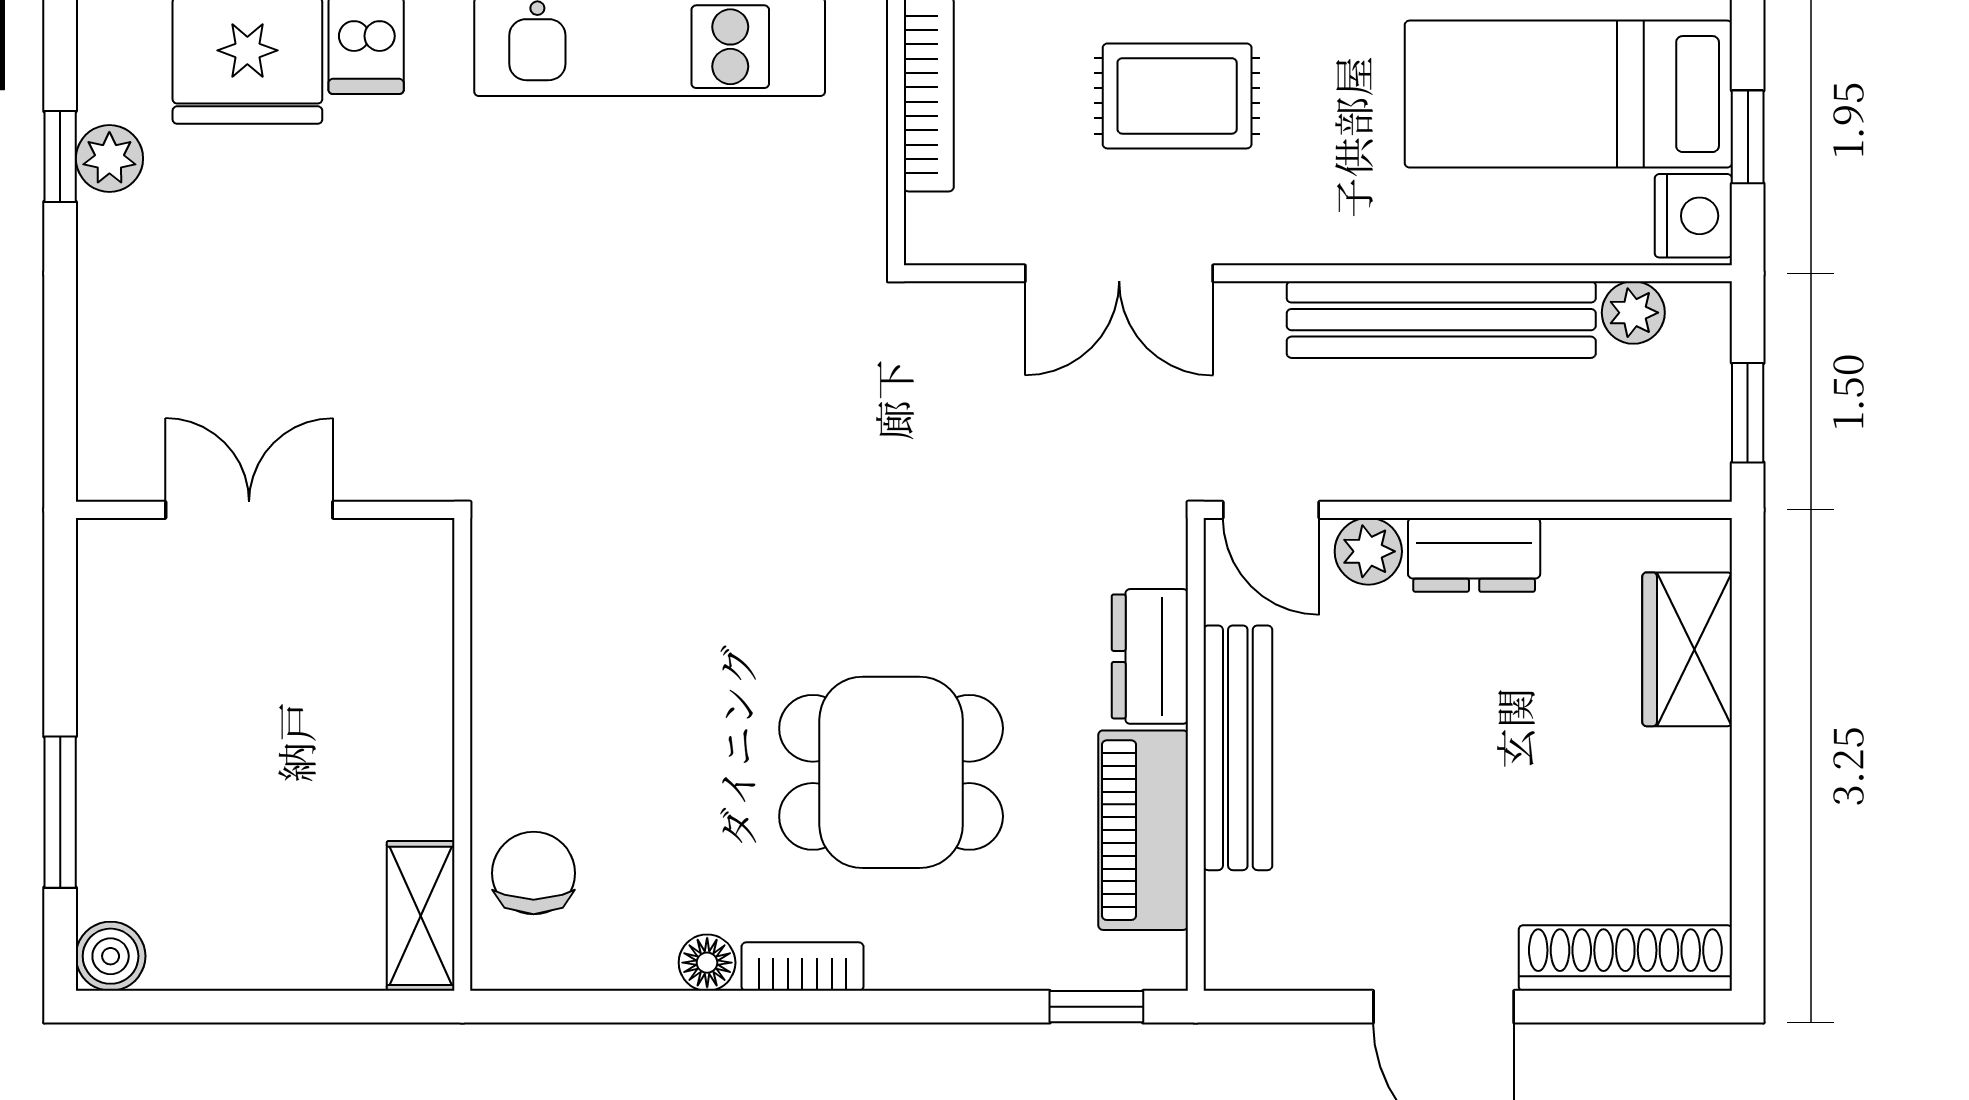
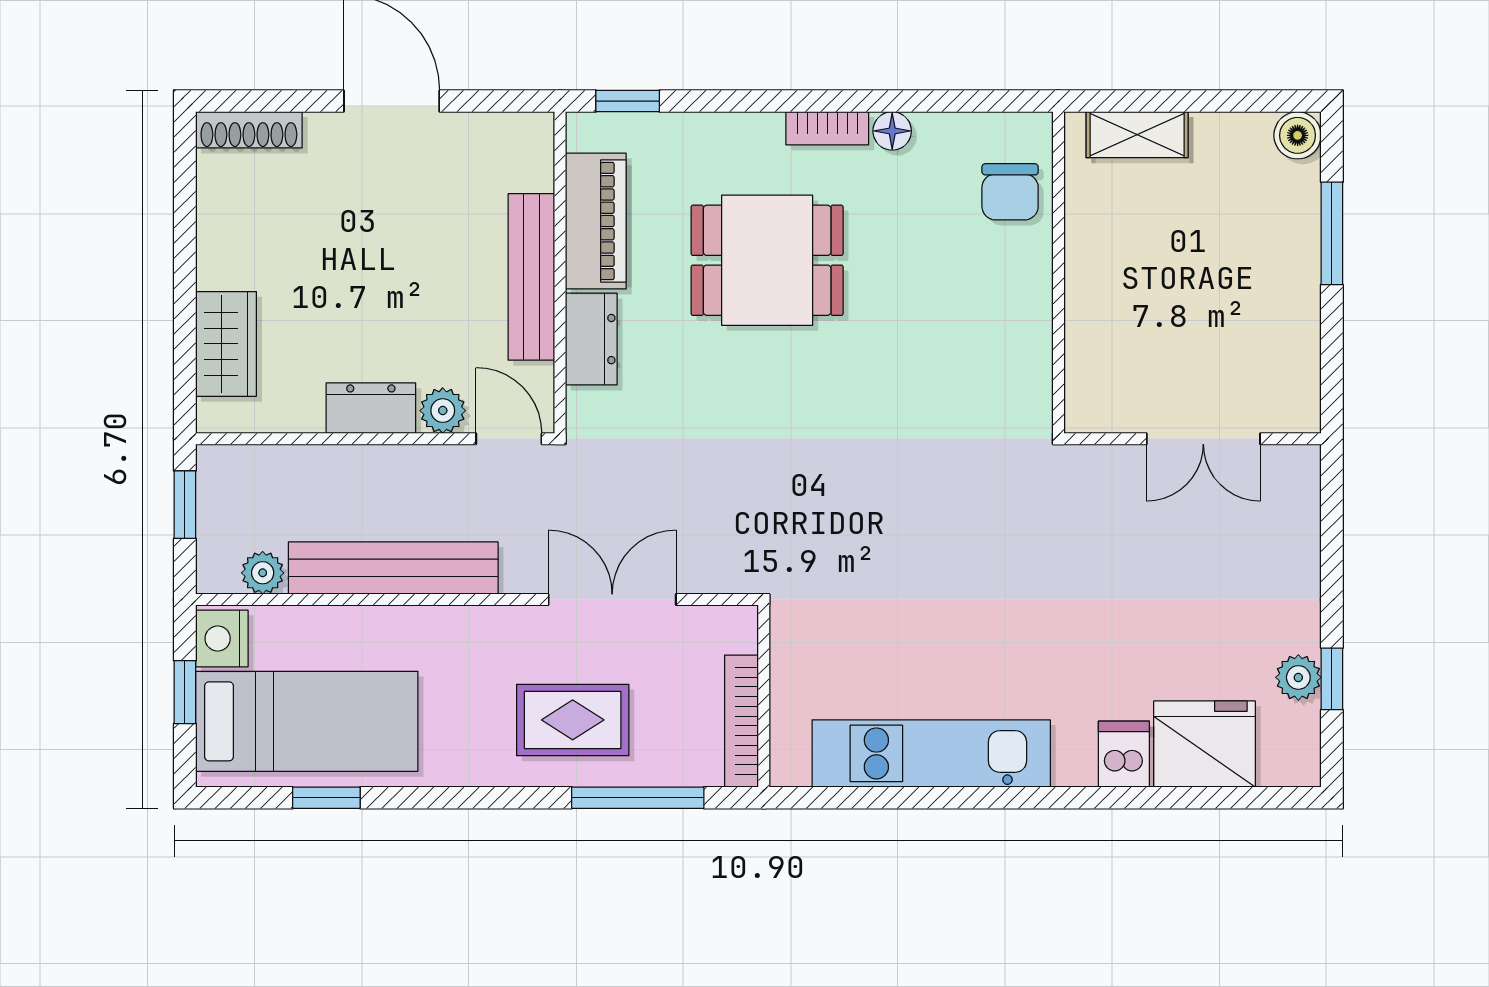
shelving: (421, 916) -> (1137, 135), moved, turned 90
shoe rack: (1625, 958) -> (249, 130), width x0.74, depth x0.81

